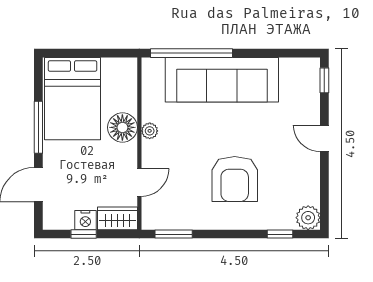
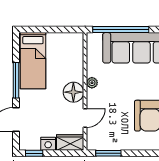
bed: (73, 99) -> (33, 61), width x0.67
floor lamp: (122, 127) -> (73, 92), moved
window: (84, 234) -> (34, 153), moved

